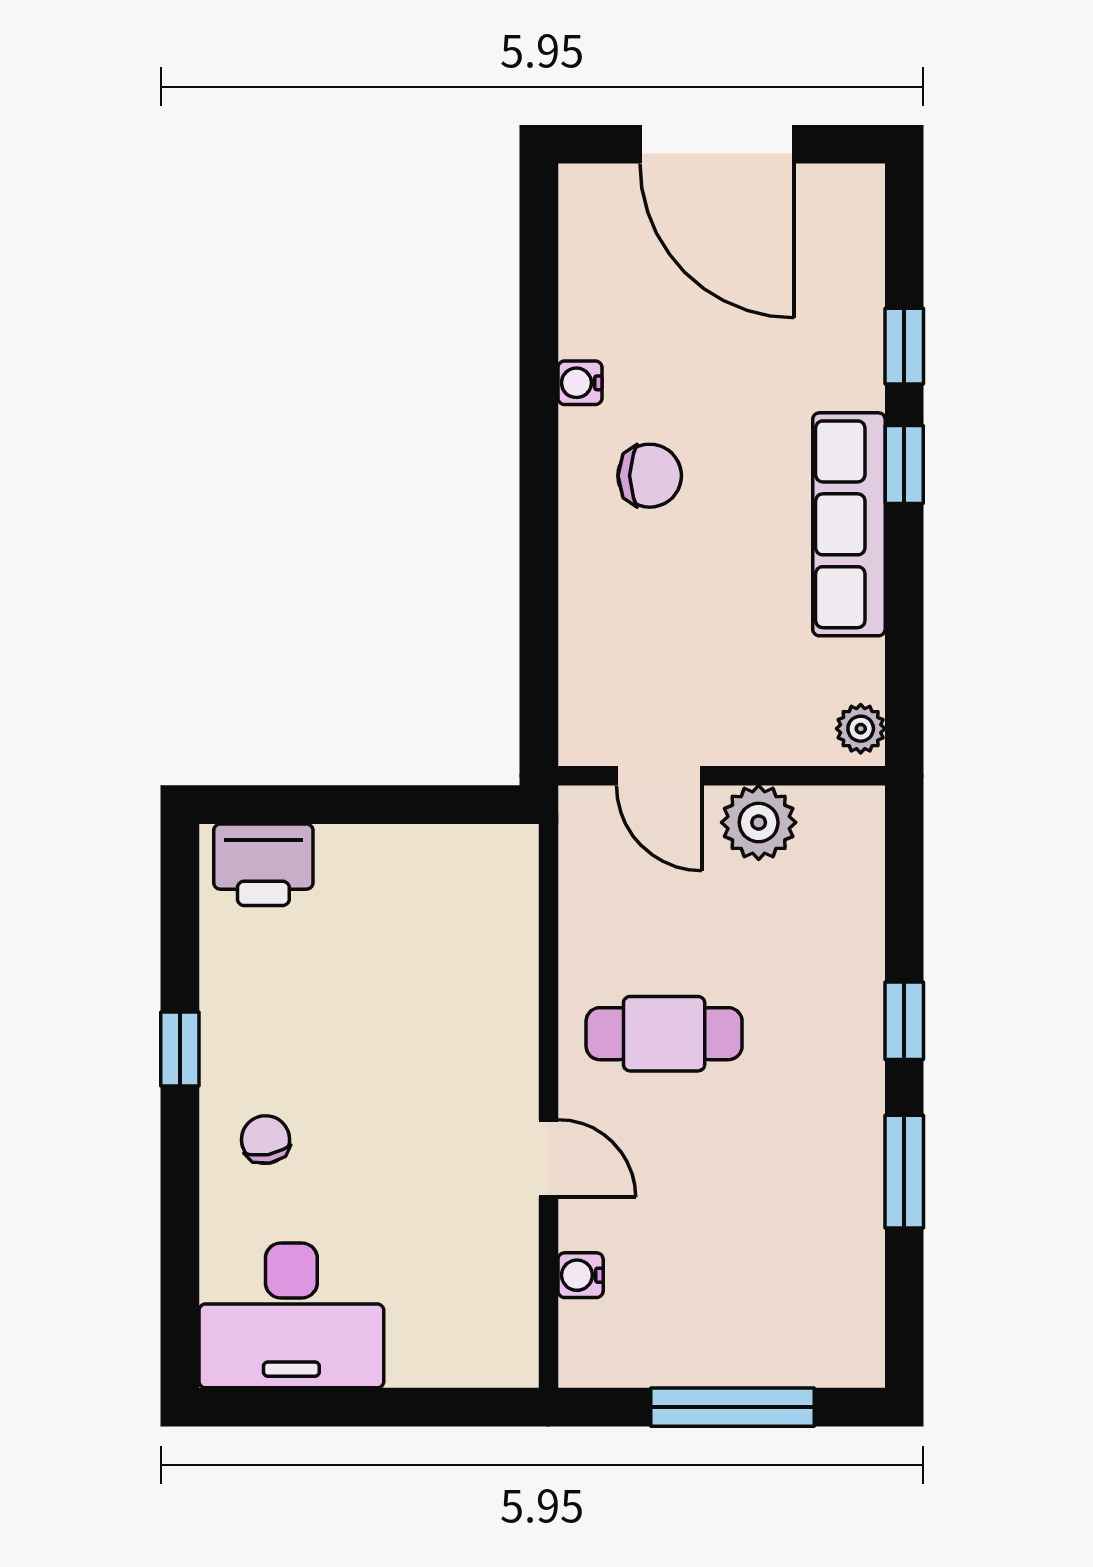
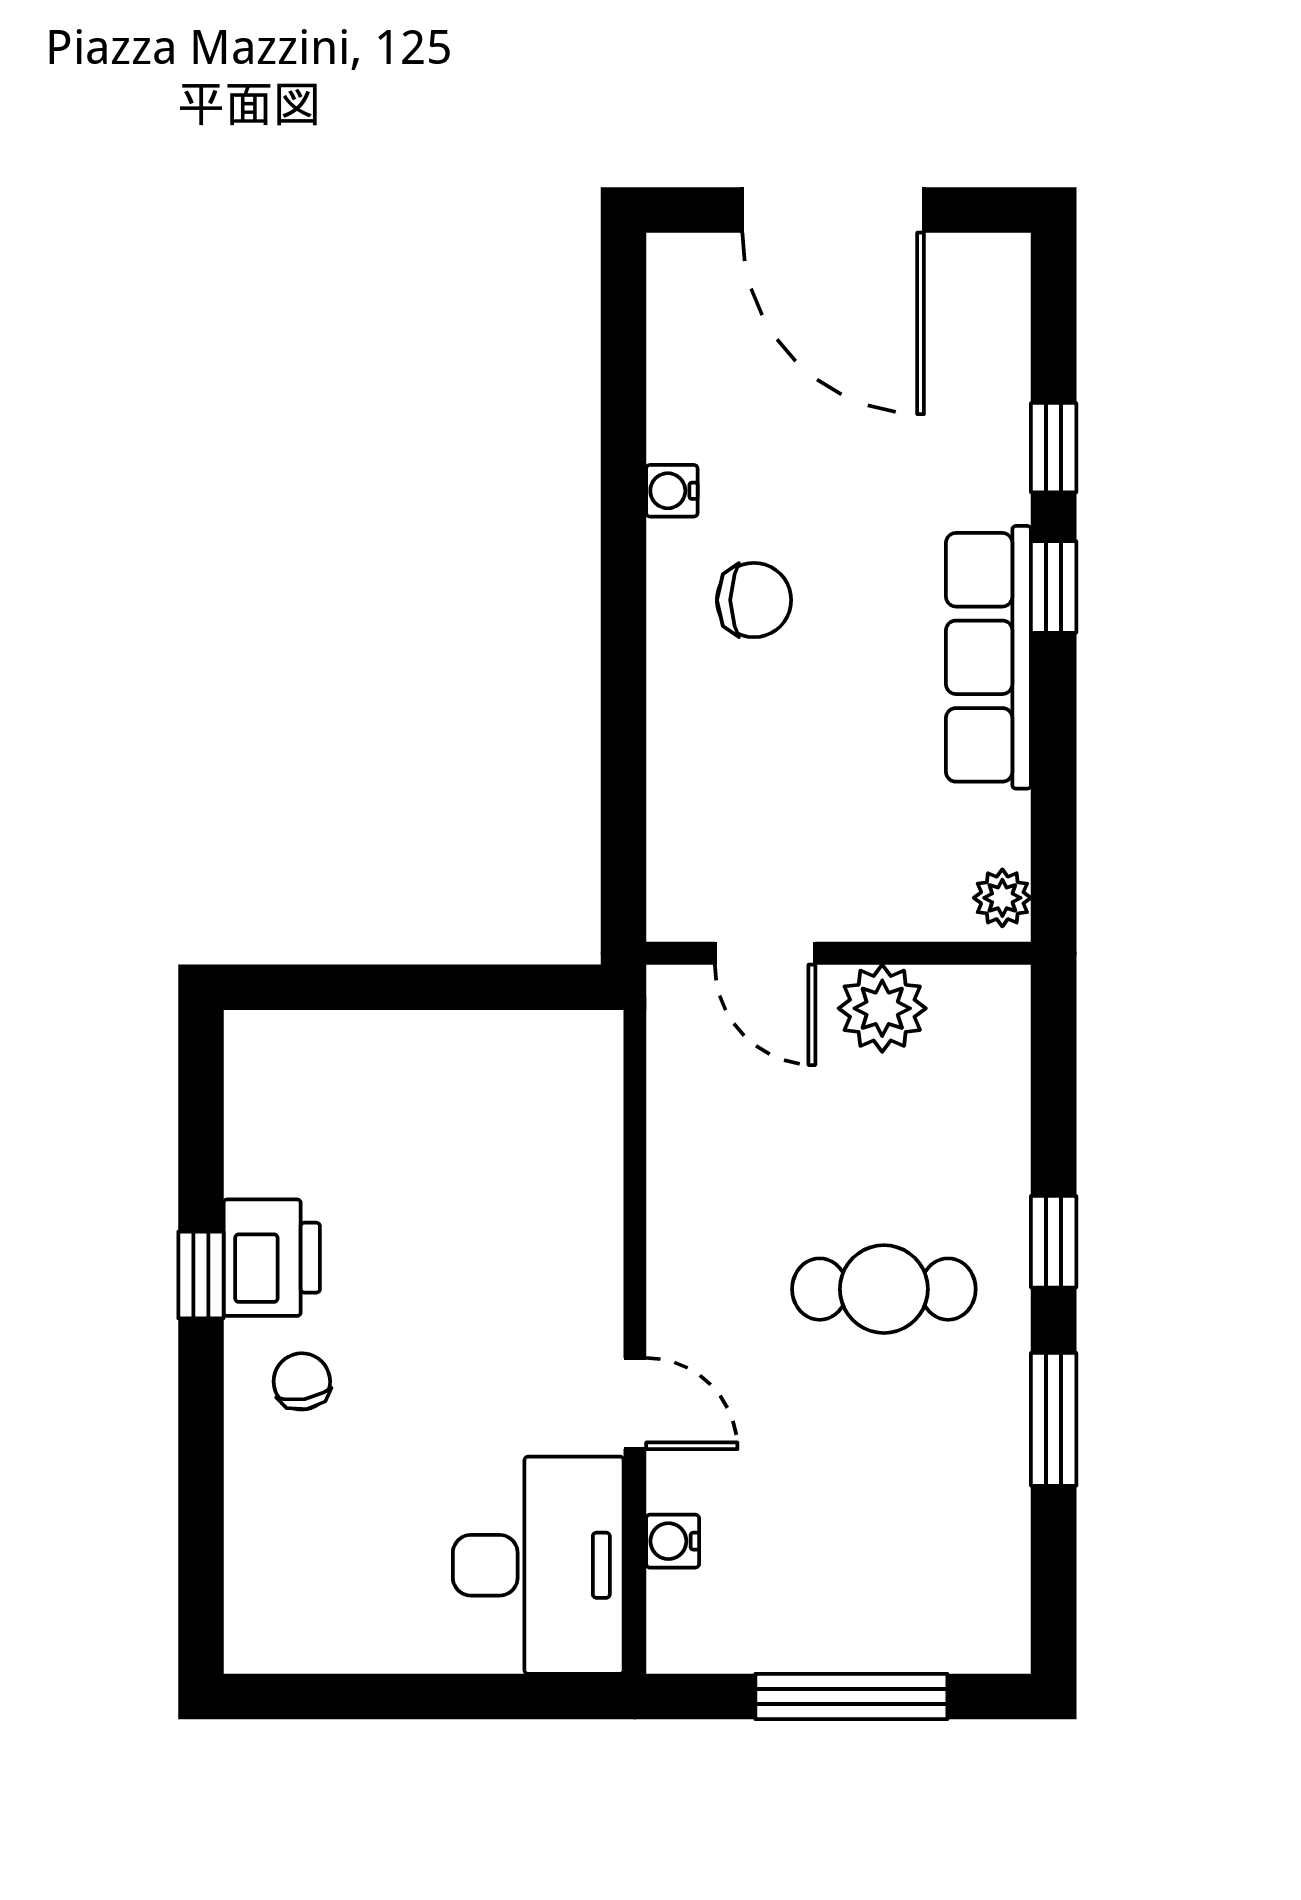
printer: (263, 865) -> (272, 1258), moved, turned -90
cafe table: (664, 1034) -> (884, 1289), moved
desk: (291, 1315) -> (538, 1565), moved, turned -90

